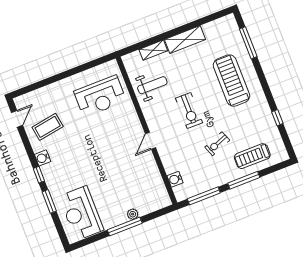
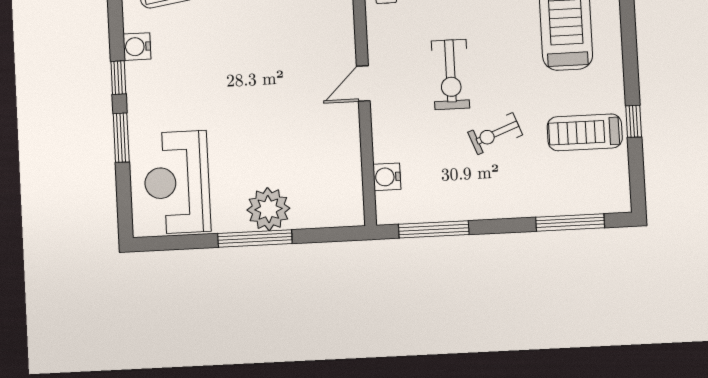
exercise bike: (189, 110) -> (451, 74), moved
treadmill: (252, 156) -> (585, 132), moved
window: (244, 180) -> (570, 222), moved
plant: (133, 214) -> (268, 209), width x1.88, depth x1.88

